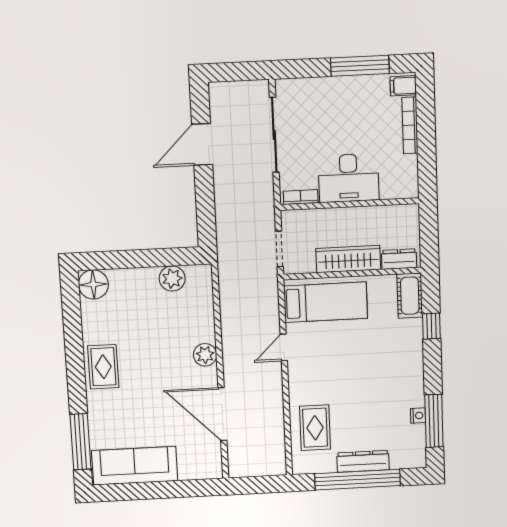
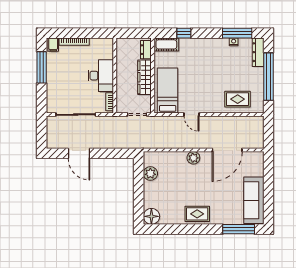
dresser: (363, 461) -> (258, 52), moved

